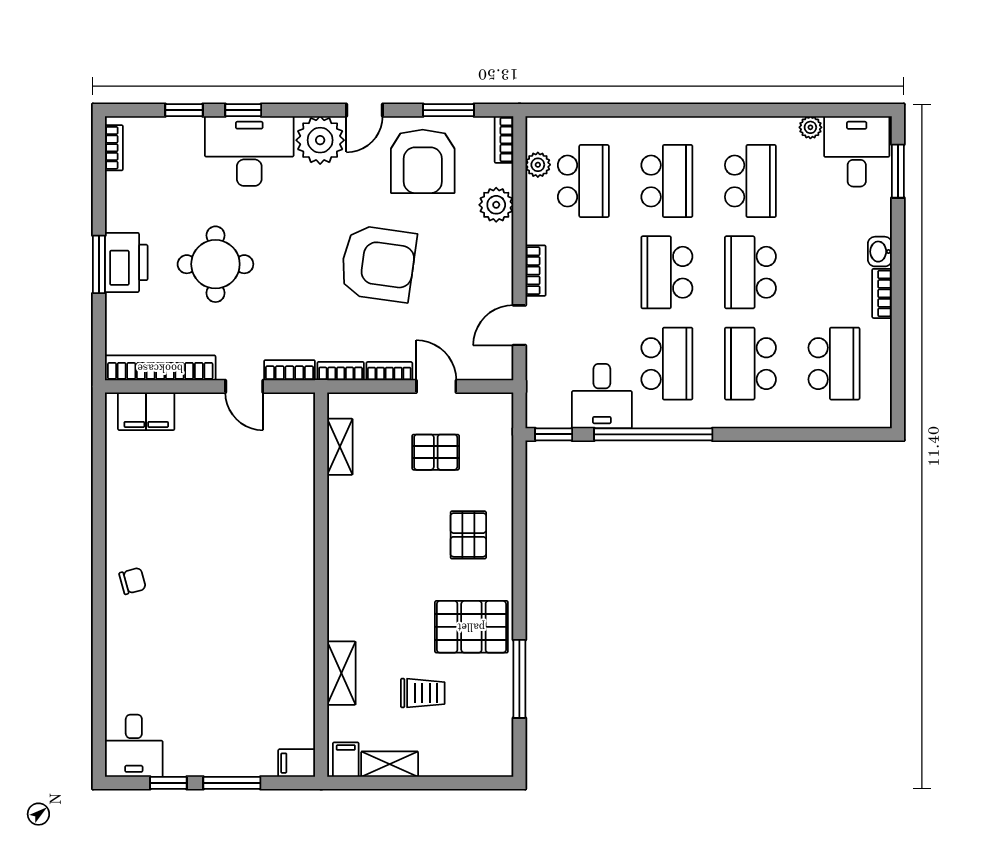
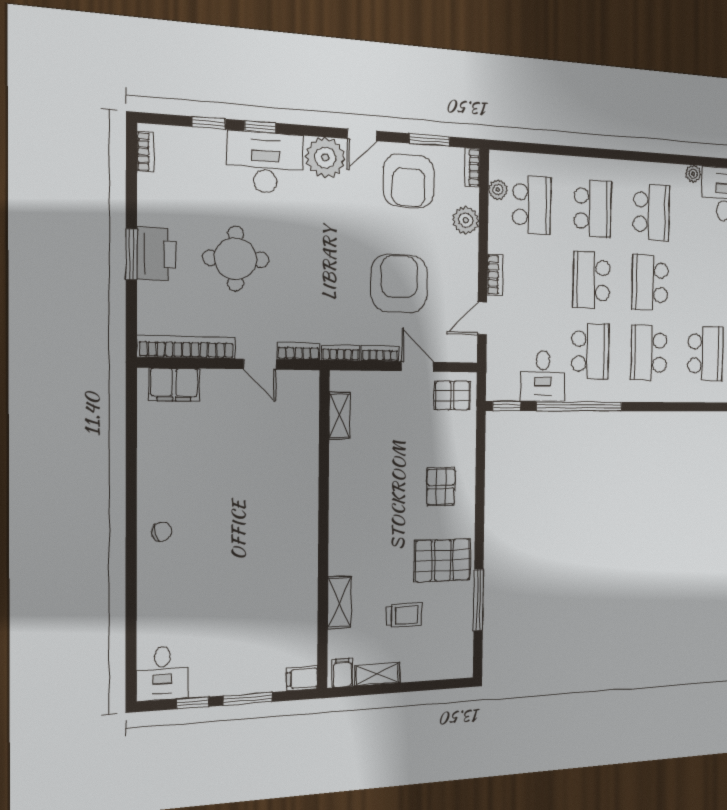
armchair: (378, 264) -> (399, 284), moved, turned -98
pallet: (436, 452) -> (452, 395), moved

